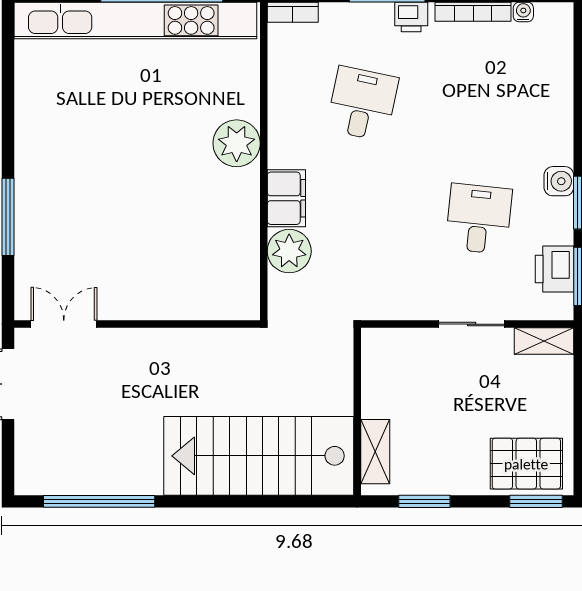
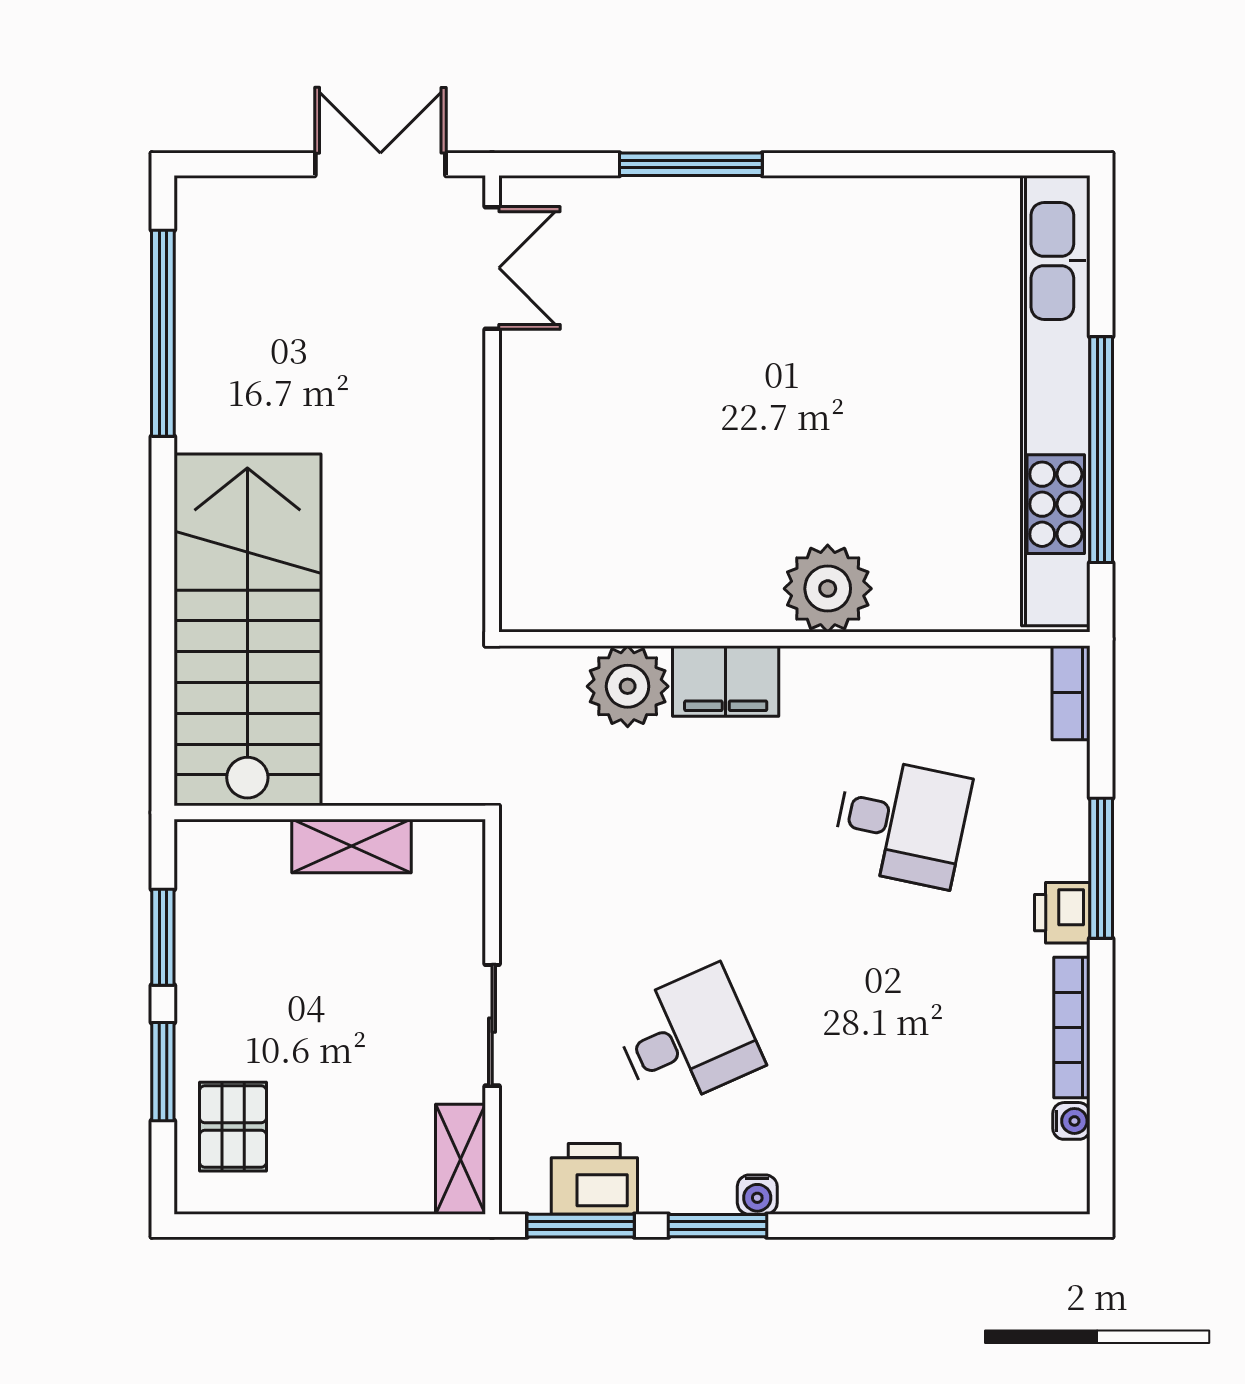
water cooler: (559, 181) -> (757, 1195), width x0.72, depth x0.72
desk: (479, 219) -> (687, 1038), turned -30
shelving: (375, 452) -> (352, 846), moved
pallet: (526, 464) -> (233, 1127), width x0.67, depth x0.71
window: (536, 501) -> (163, 1072), moved

